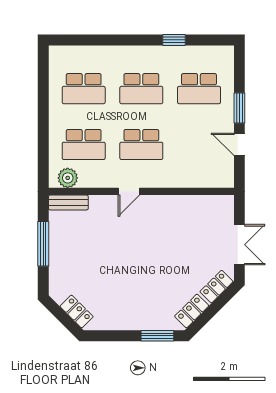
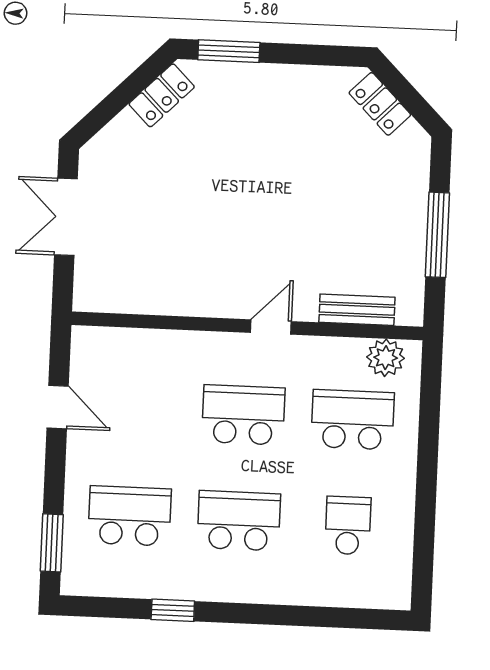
school desk: (84, 89) -> (348, 525), width x0.54
window: (239, 108) -> (52, 543), moved
bench: (68, 203) -> (357, 310), moved
locker: (216, 287) -> (113, 139), removed

